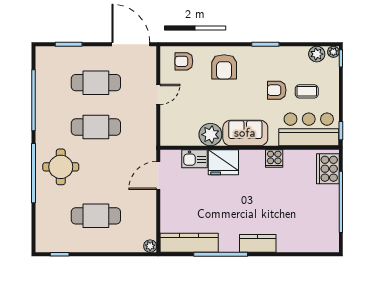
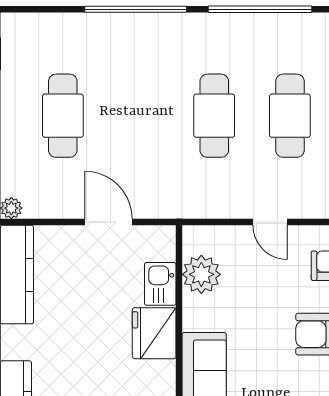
plant: (210, 135) -> (201, 274), moved
round table: (61, 167) -> (146, 56), removed
door: (158, 176) -> (109, 222), moved

